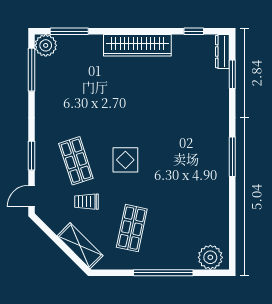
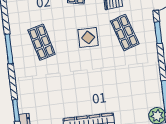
shop shelf: (188, 161) -> (42, 42), added

